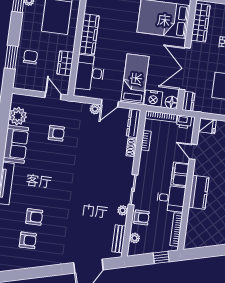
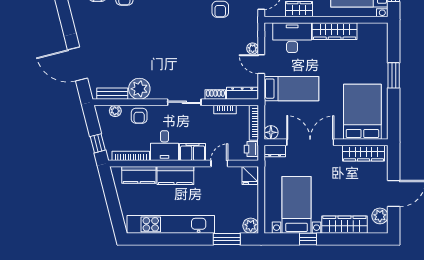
nightstand: (153, 98) -> (273, 112), removed
sliding door: (133, 190) -> (184, 102), moved
plant: (123, 210) -> (139, 89), width x1.88, depth x1.88
kitchen counter: (194, 224) -> (139, 175), added

